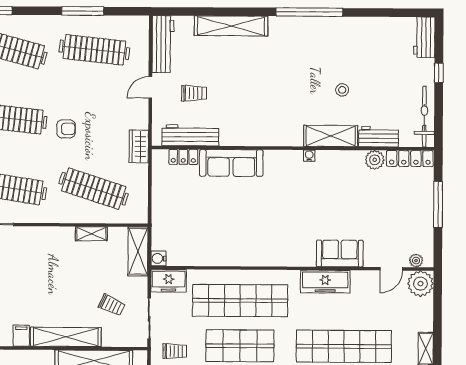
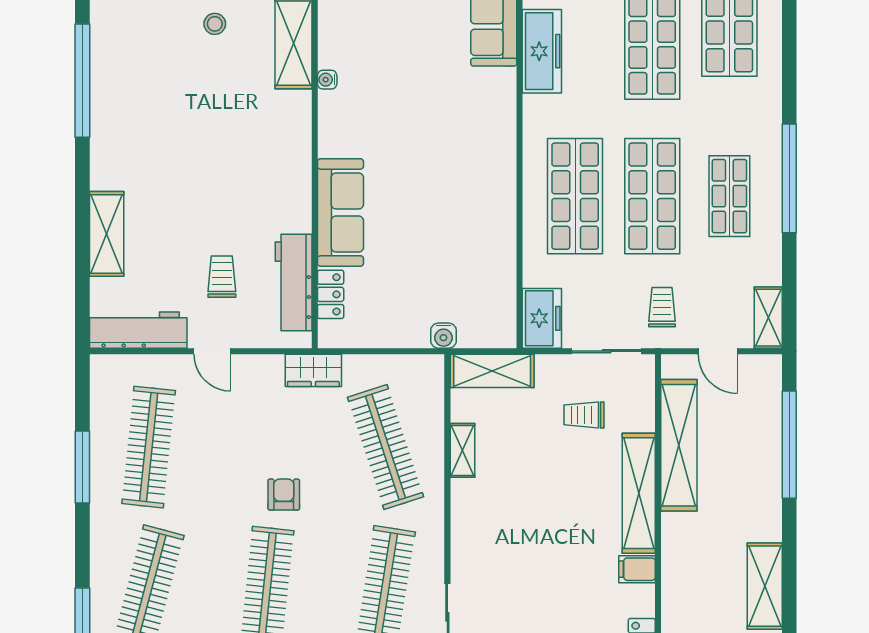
shelving: (231, 26) -> (107, 234), width x0.68
clothes rail: (94, 189) -> (385, 447), turned -36
water cooler: (159, 258) -> (443, 336), moved
shop shelf: (240, 301) -> (575, 196), width x0.71
trolley: (112, 305) -> (584, 415), turned -115

